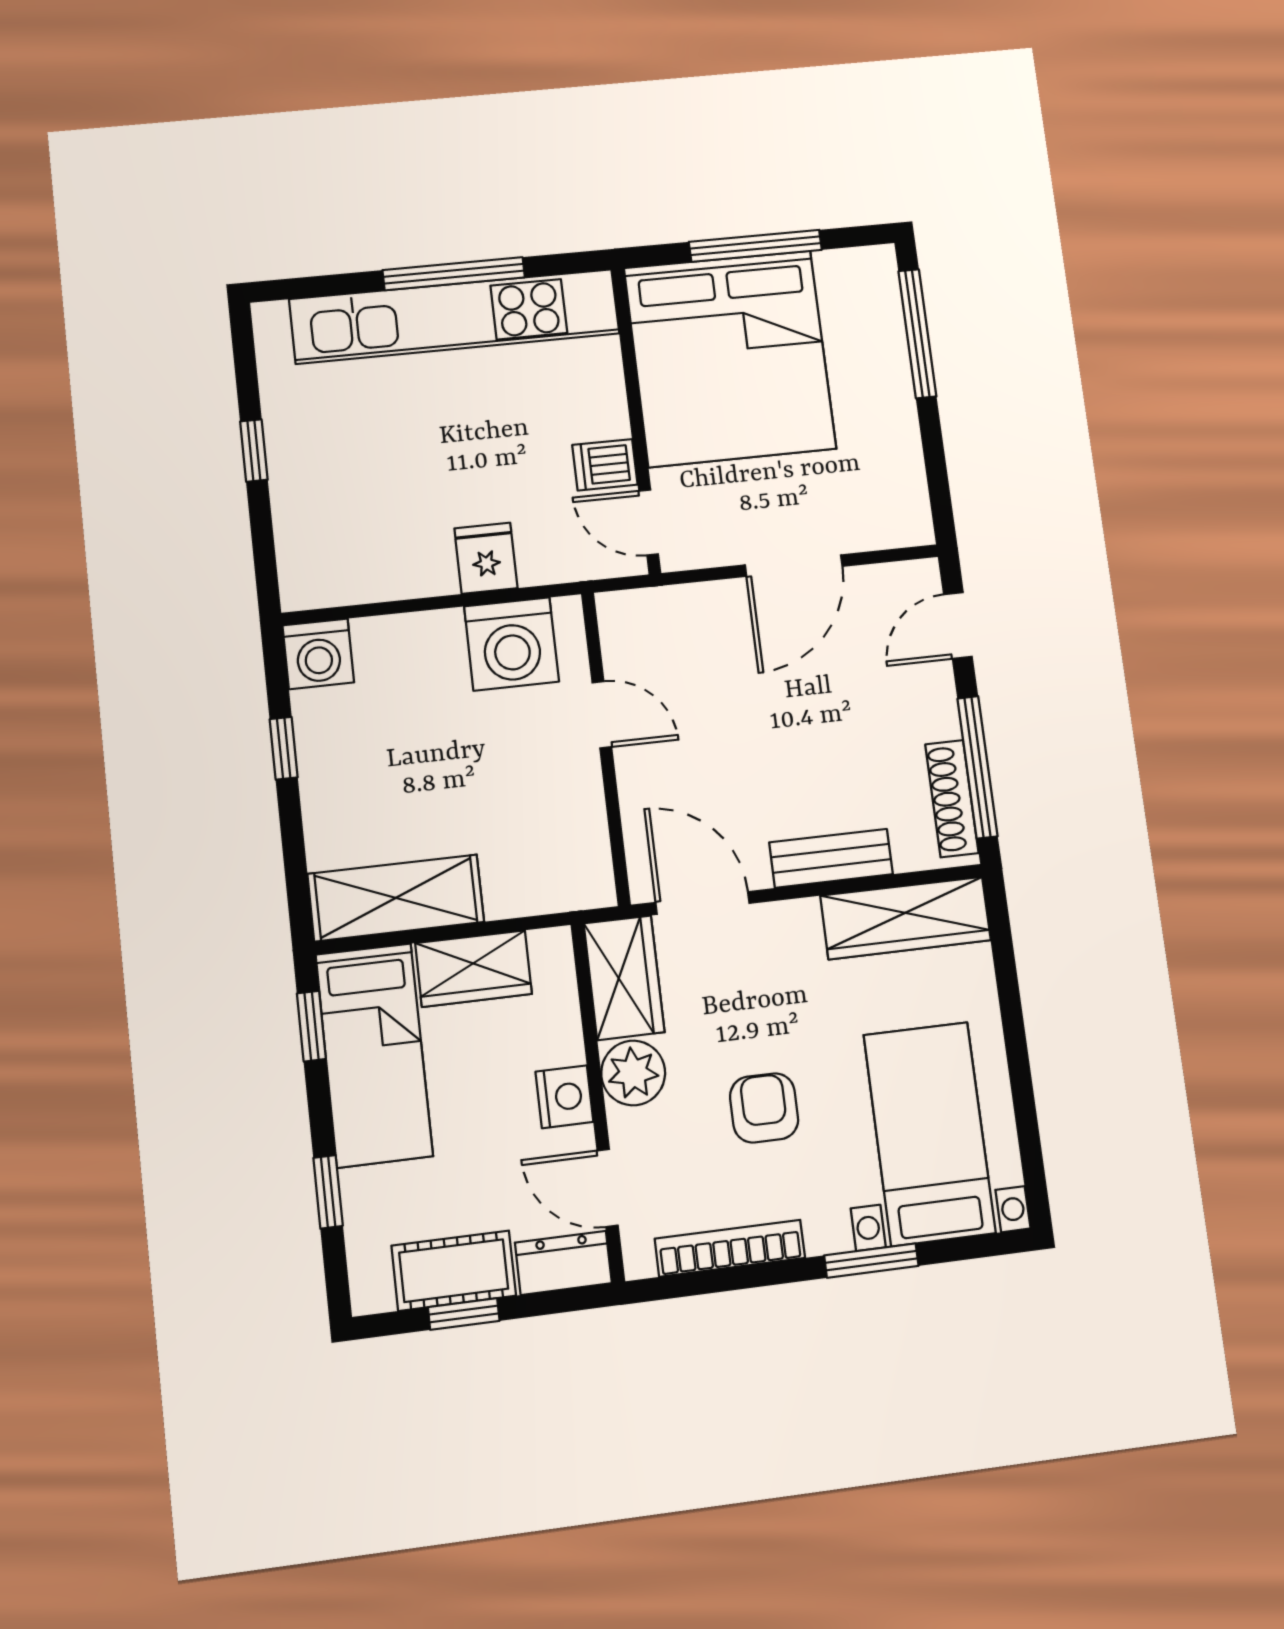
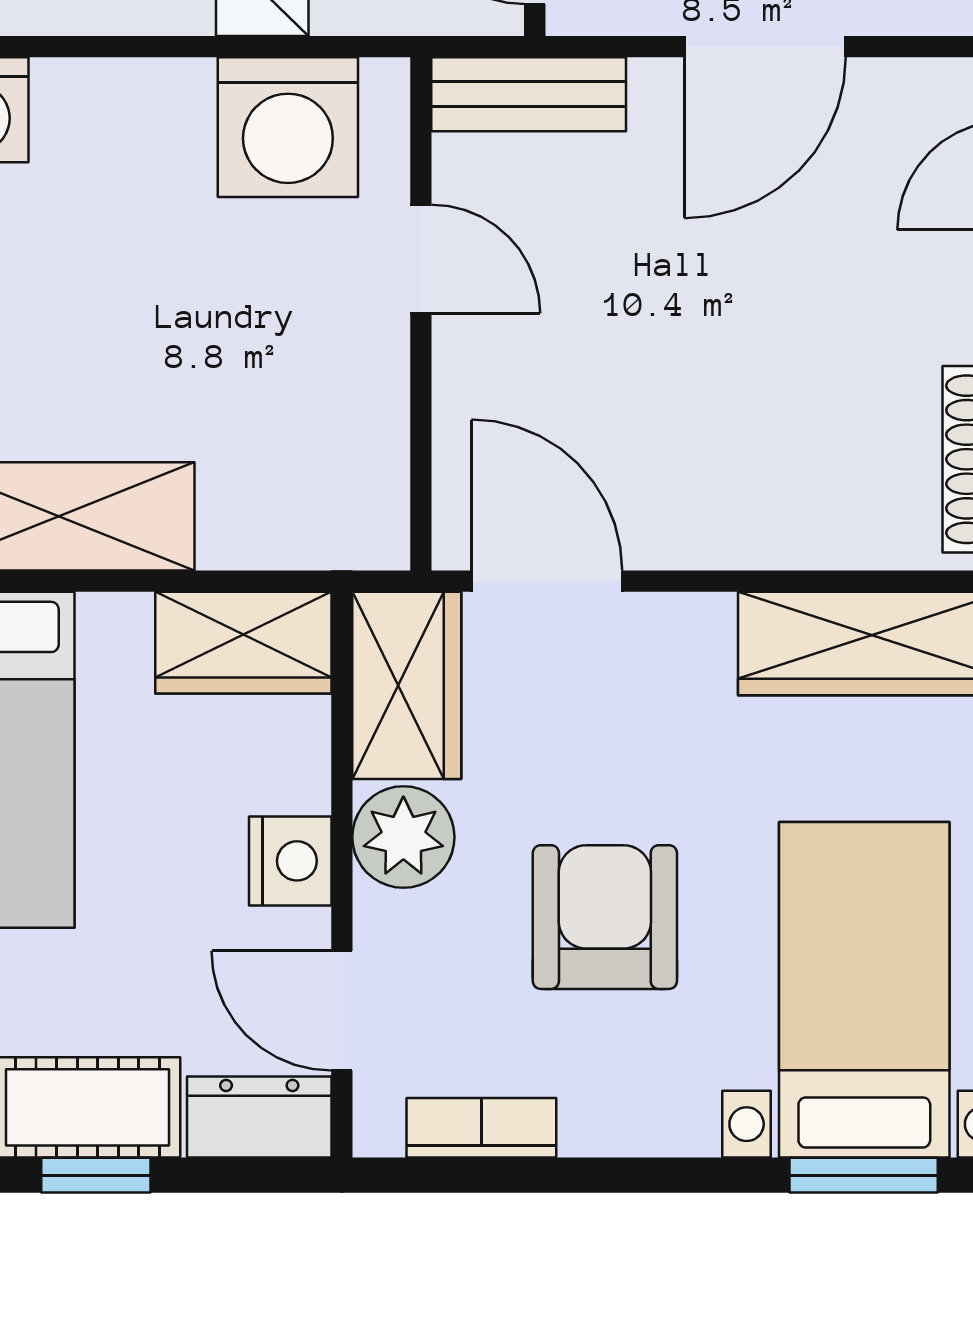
bench: (831, 858) -> (529, 94), moved
wardrobe: (473, 969) -> (243, 643), moved
armchair: (764, 1108) -> (605, 917), width x1.38, depth x1.38
bookcase: (730, 1248) -> (481, 1128), width x0.64
window: (871, 1261) -> (864, 1175), moved

